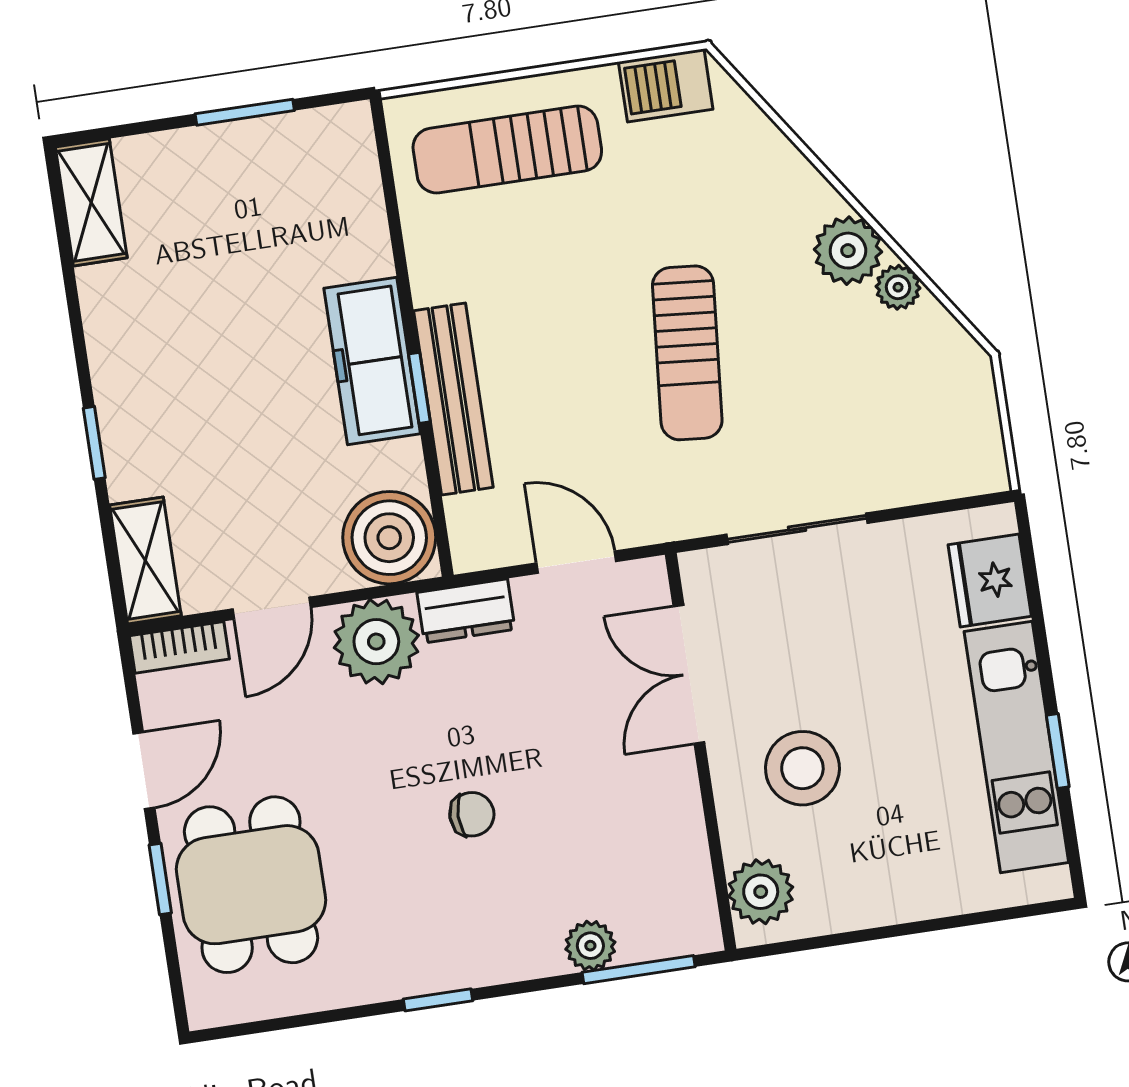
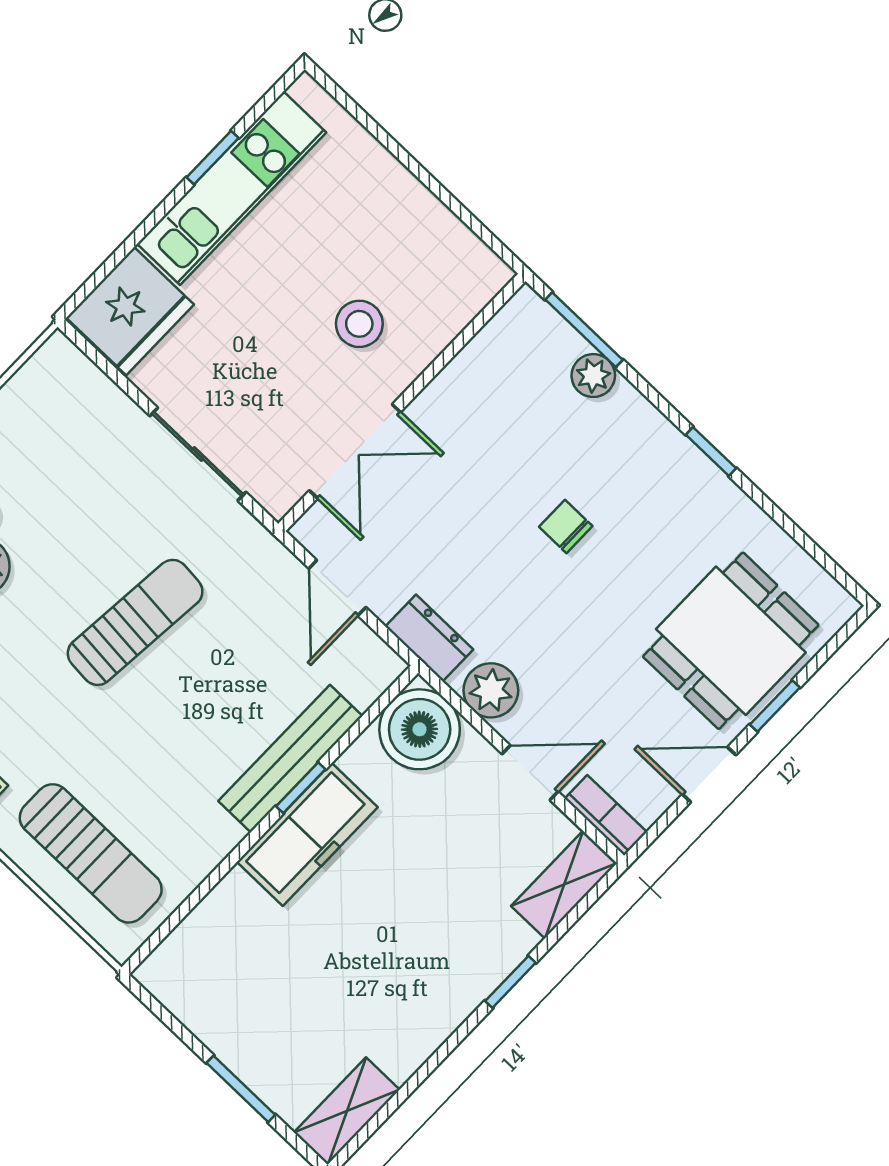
window: (245, 112) -> (241, 1089), moved
fridge: (990, 581) -> (130, 311), width x1.36, depth x1.34
plant: (376, 642) -> (491, 690), width x0.73, depth x0.73
stool: (802, 768) -> (359, 324), width x0.73, depth x0.73
plant: (761, 892) -> (466, 287), removed

